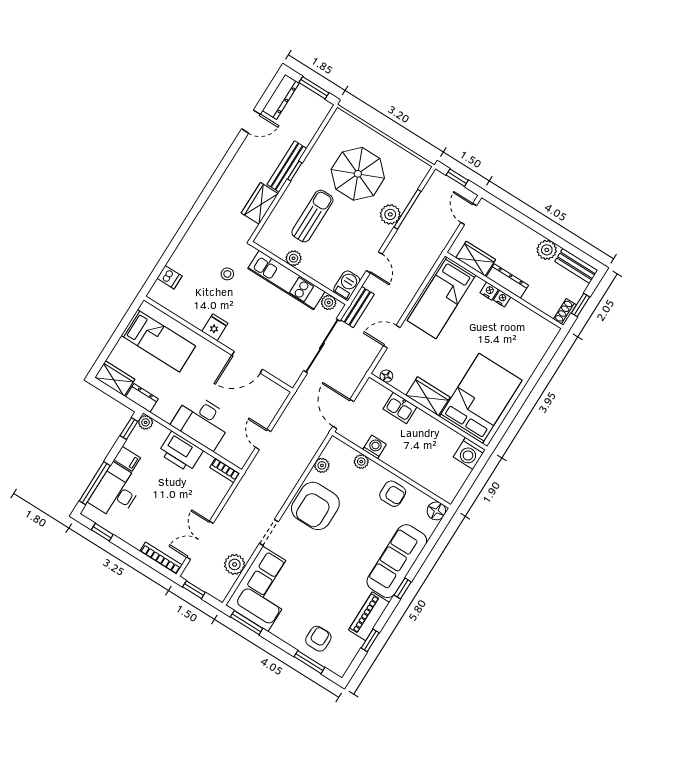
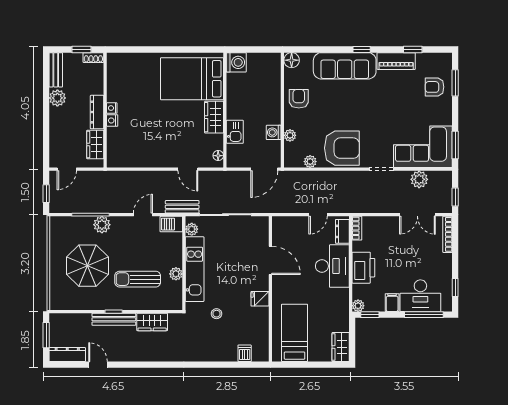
bed: (442, 298) -> (138, 151), removed
dresser: (142, 398) -> (342, 231), moved

